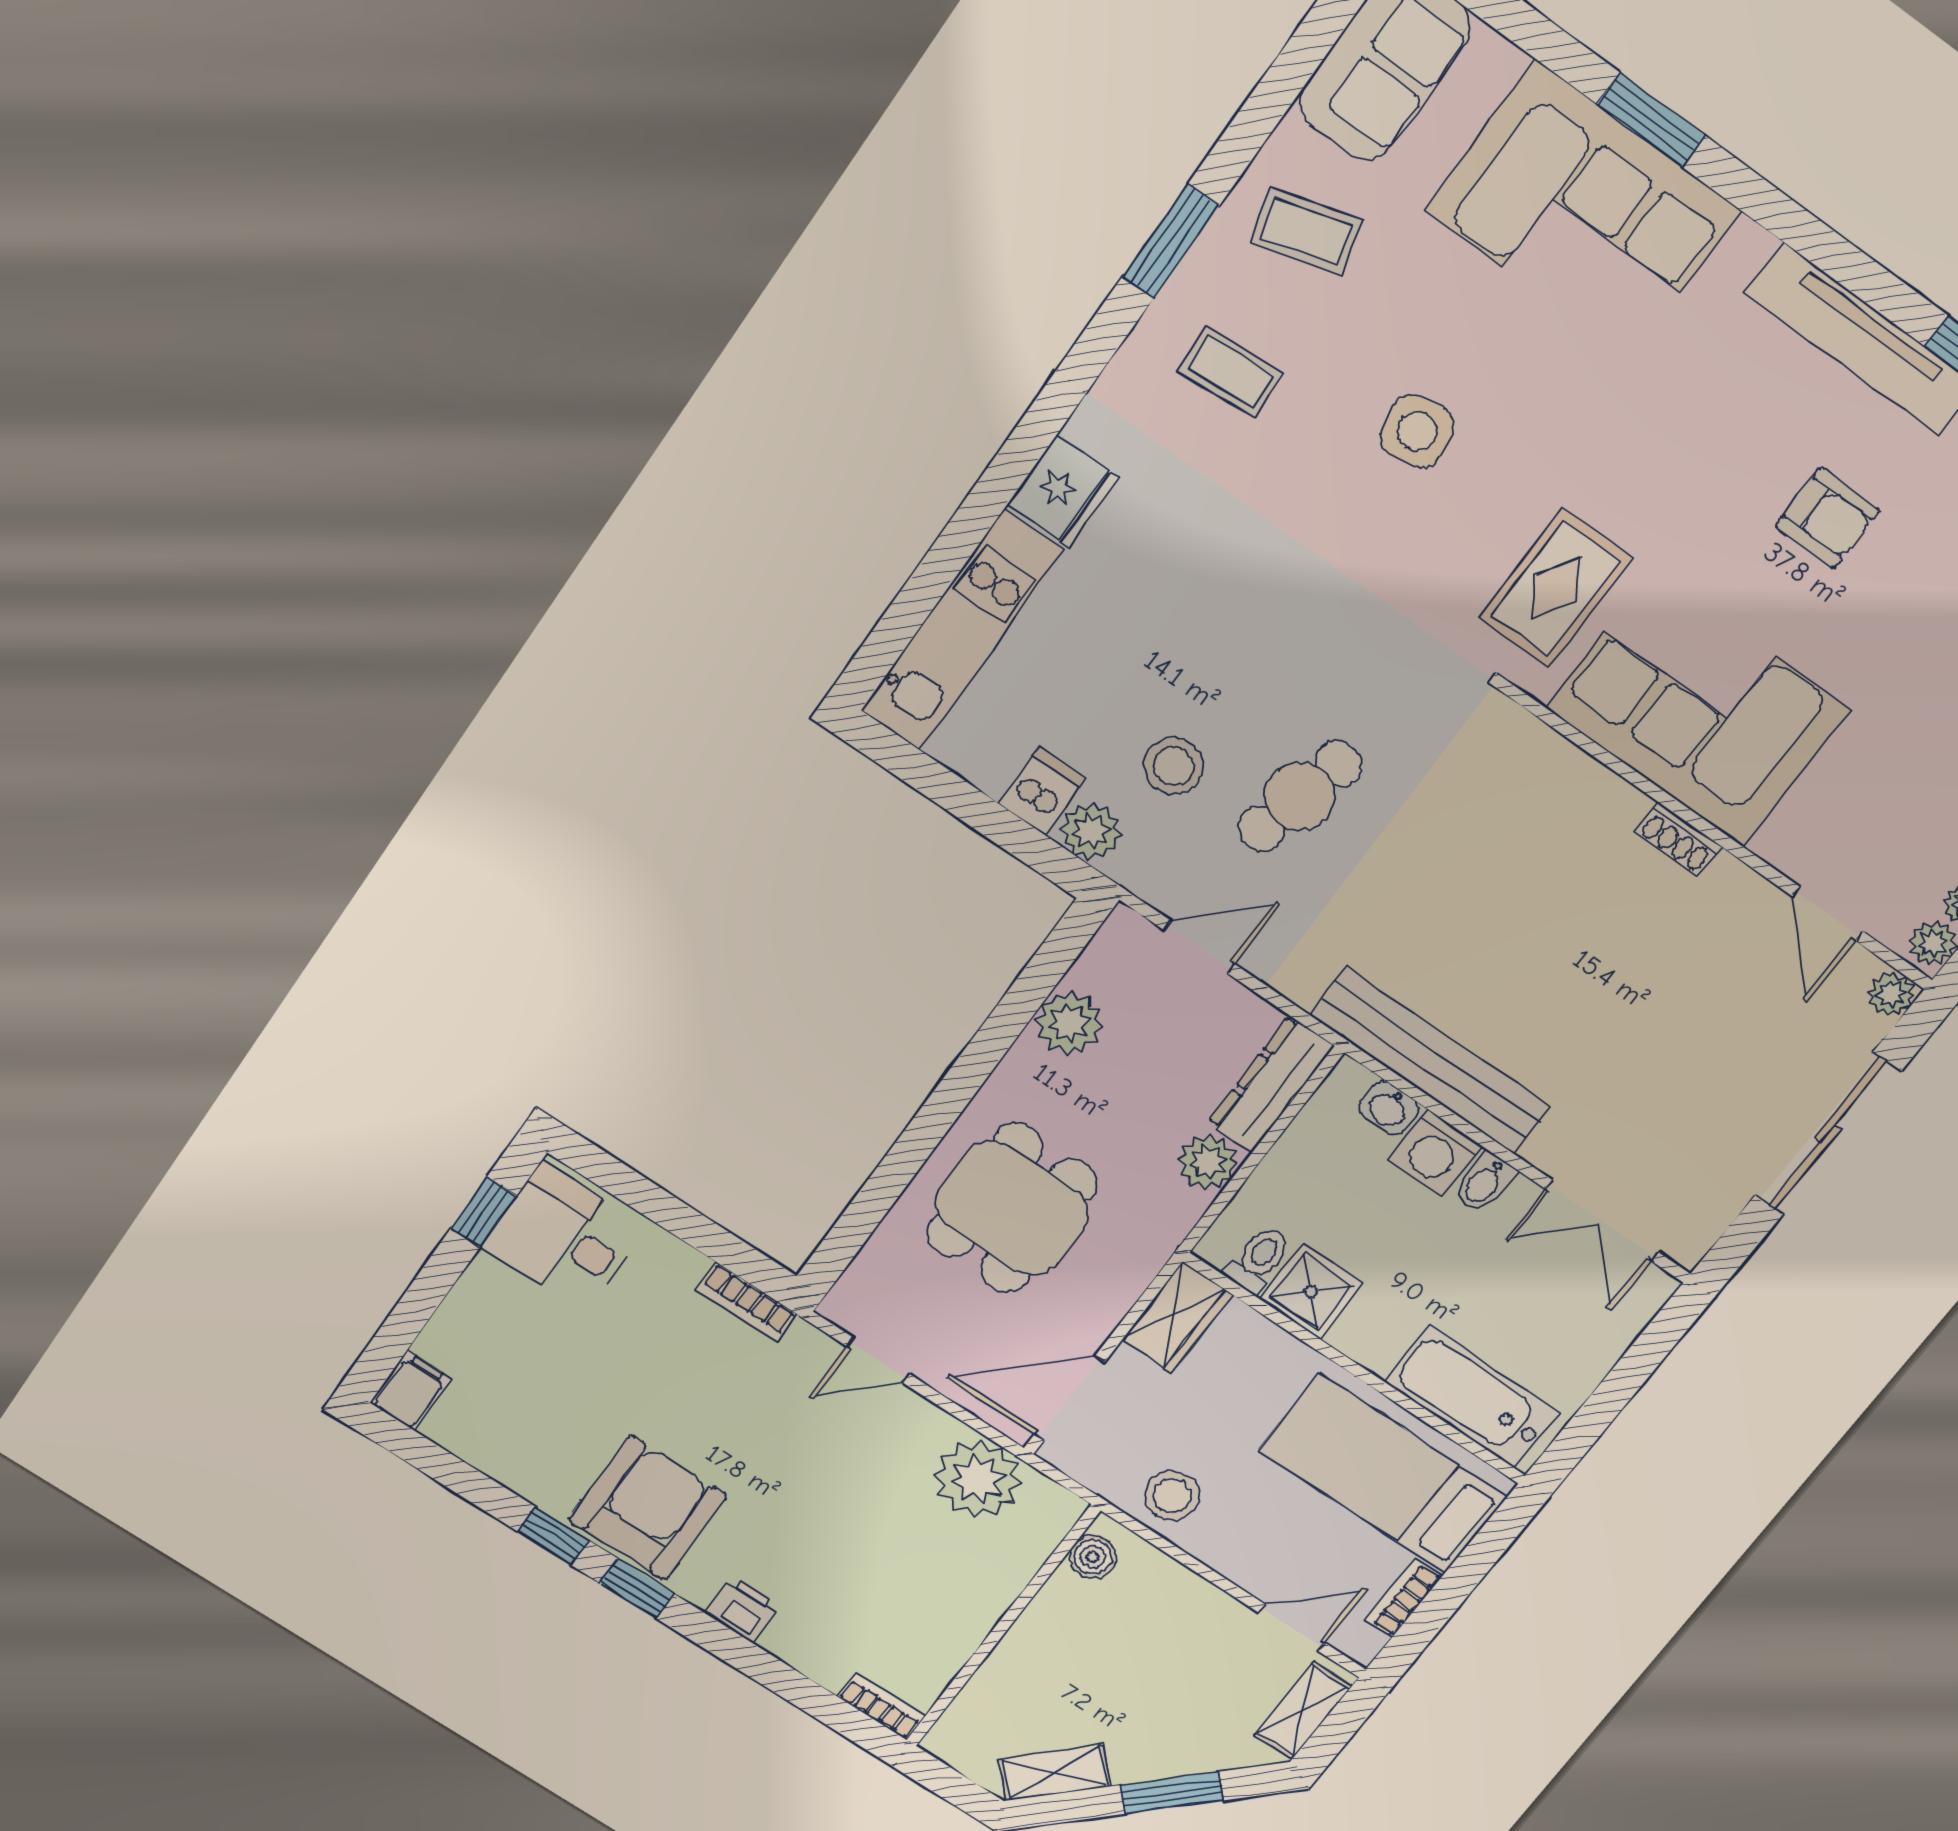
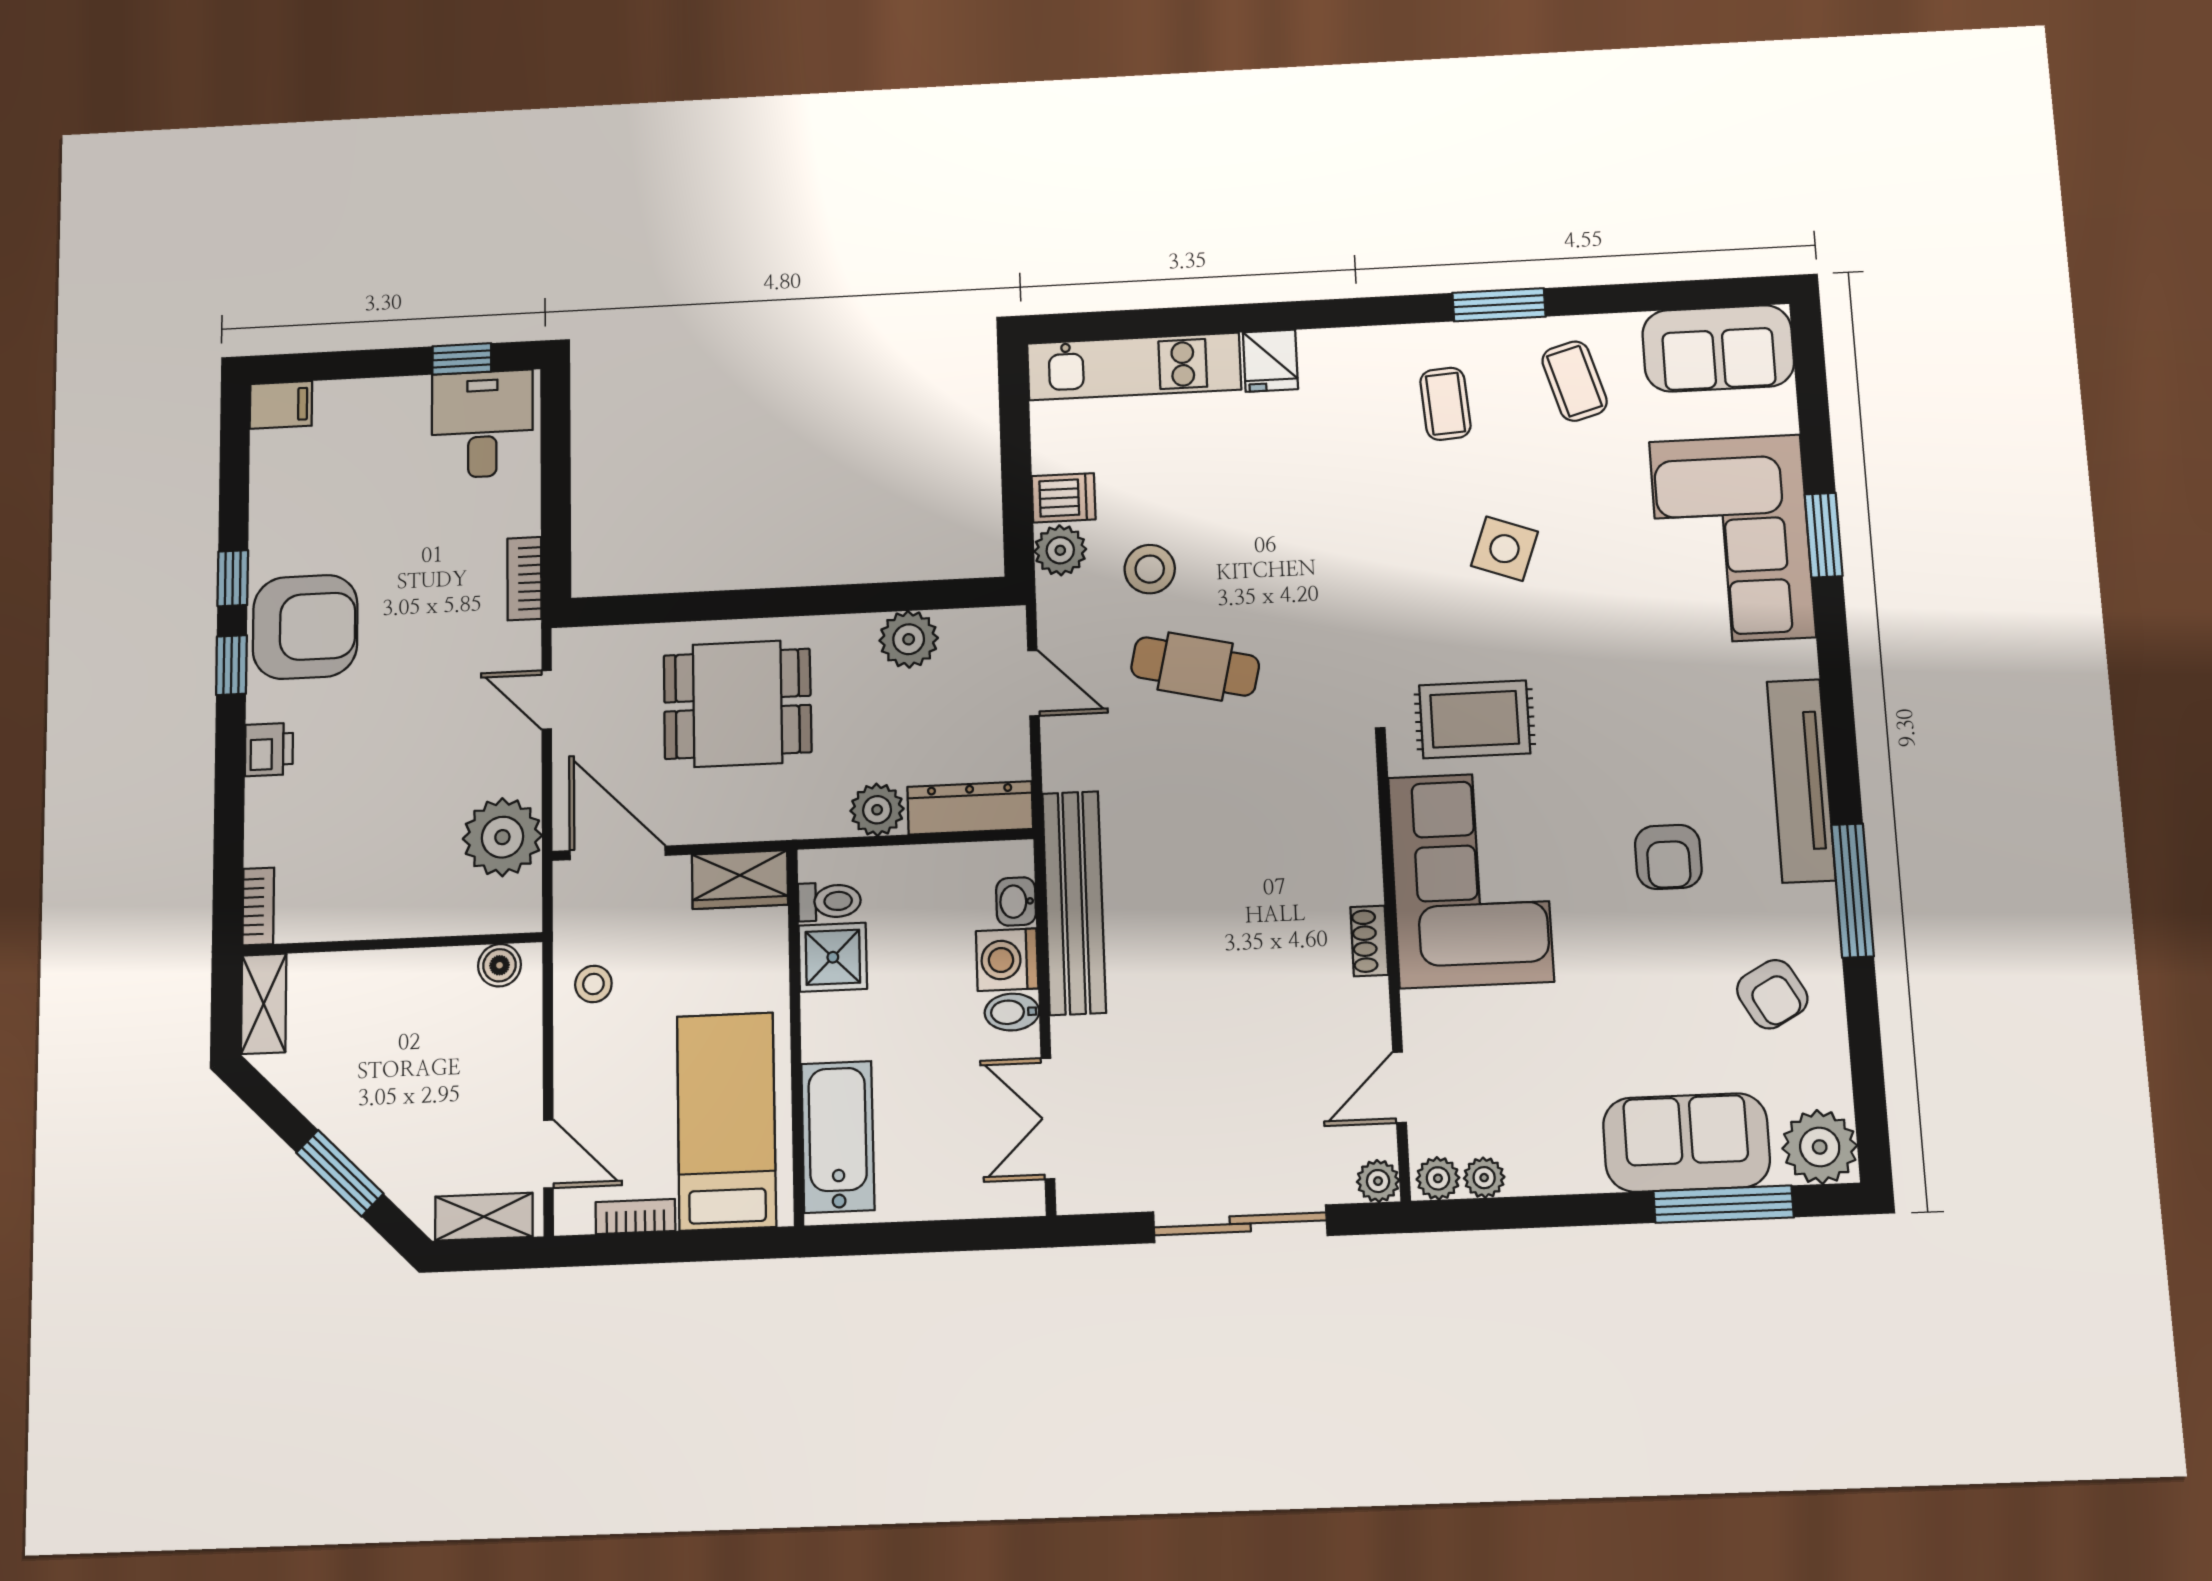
side table: (1417, 431) -> (1504, 549), turned 30
fridge: (1063, 492) -> (1270, 361), width x0.72
stool: (1172, 1496) -> (593, 984), width x0.73, depth x0.73
shelving: (1055, 1773) -> (264, 1004), moved, turned 45

